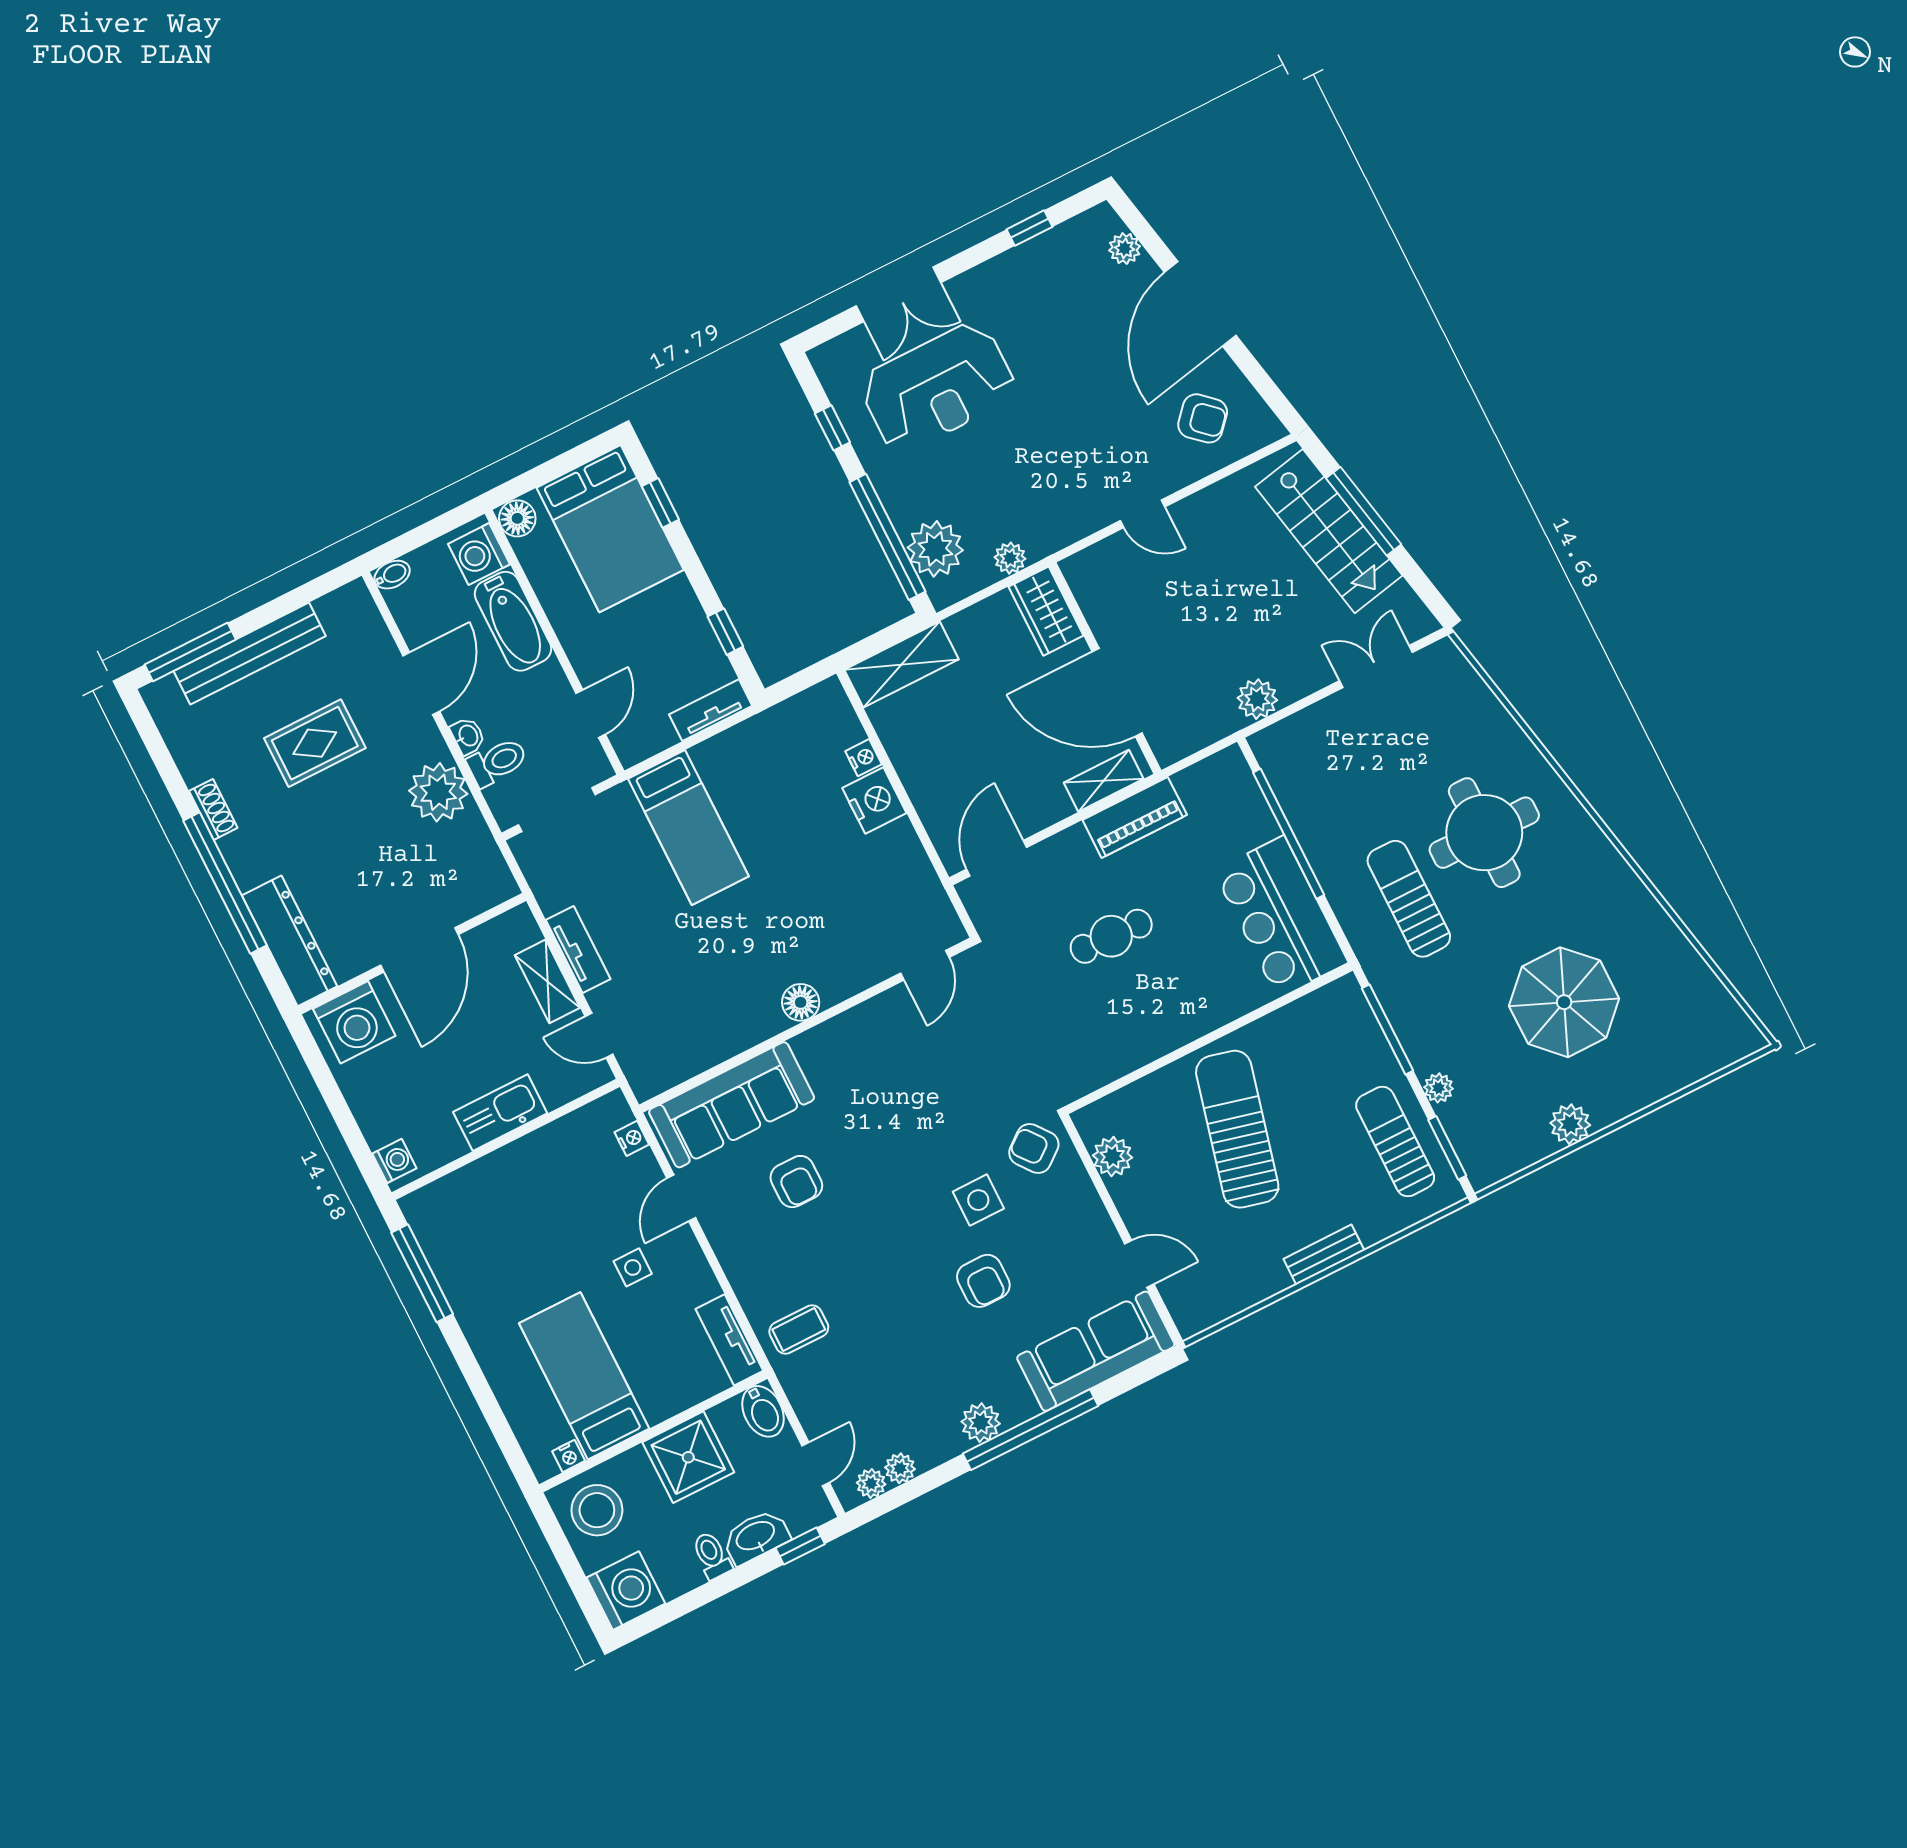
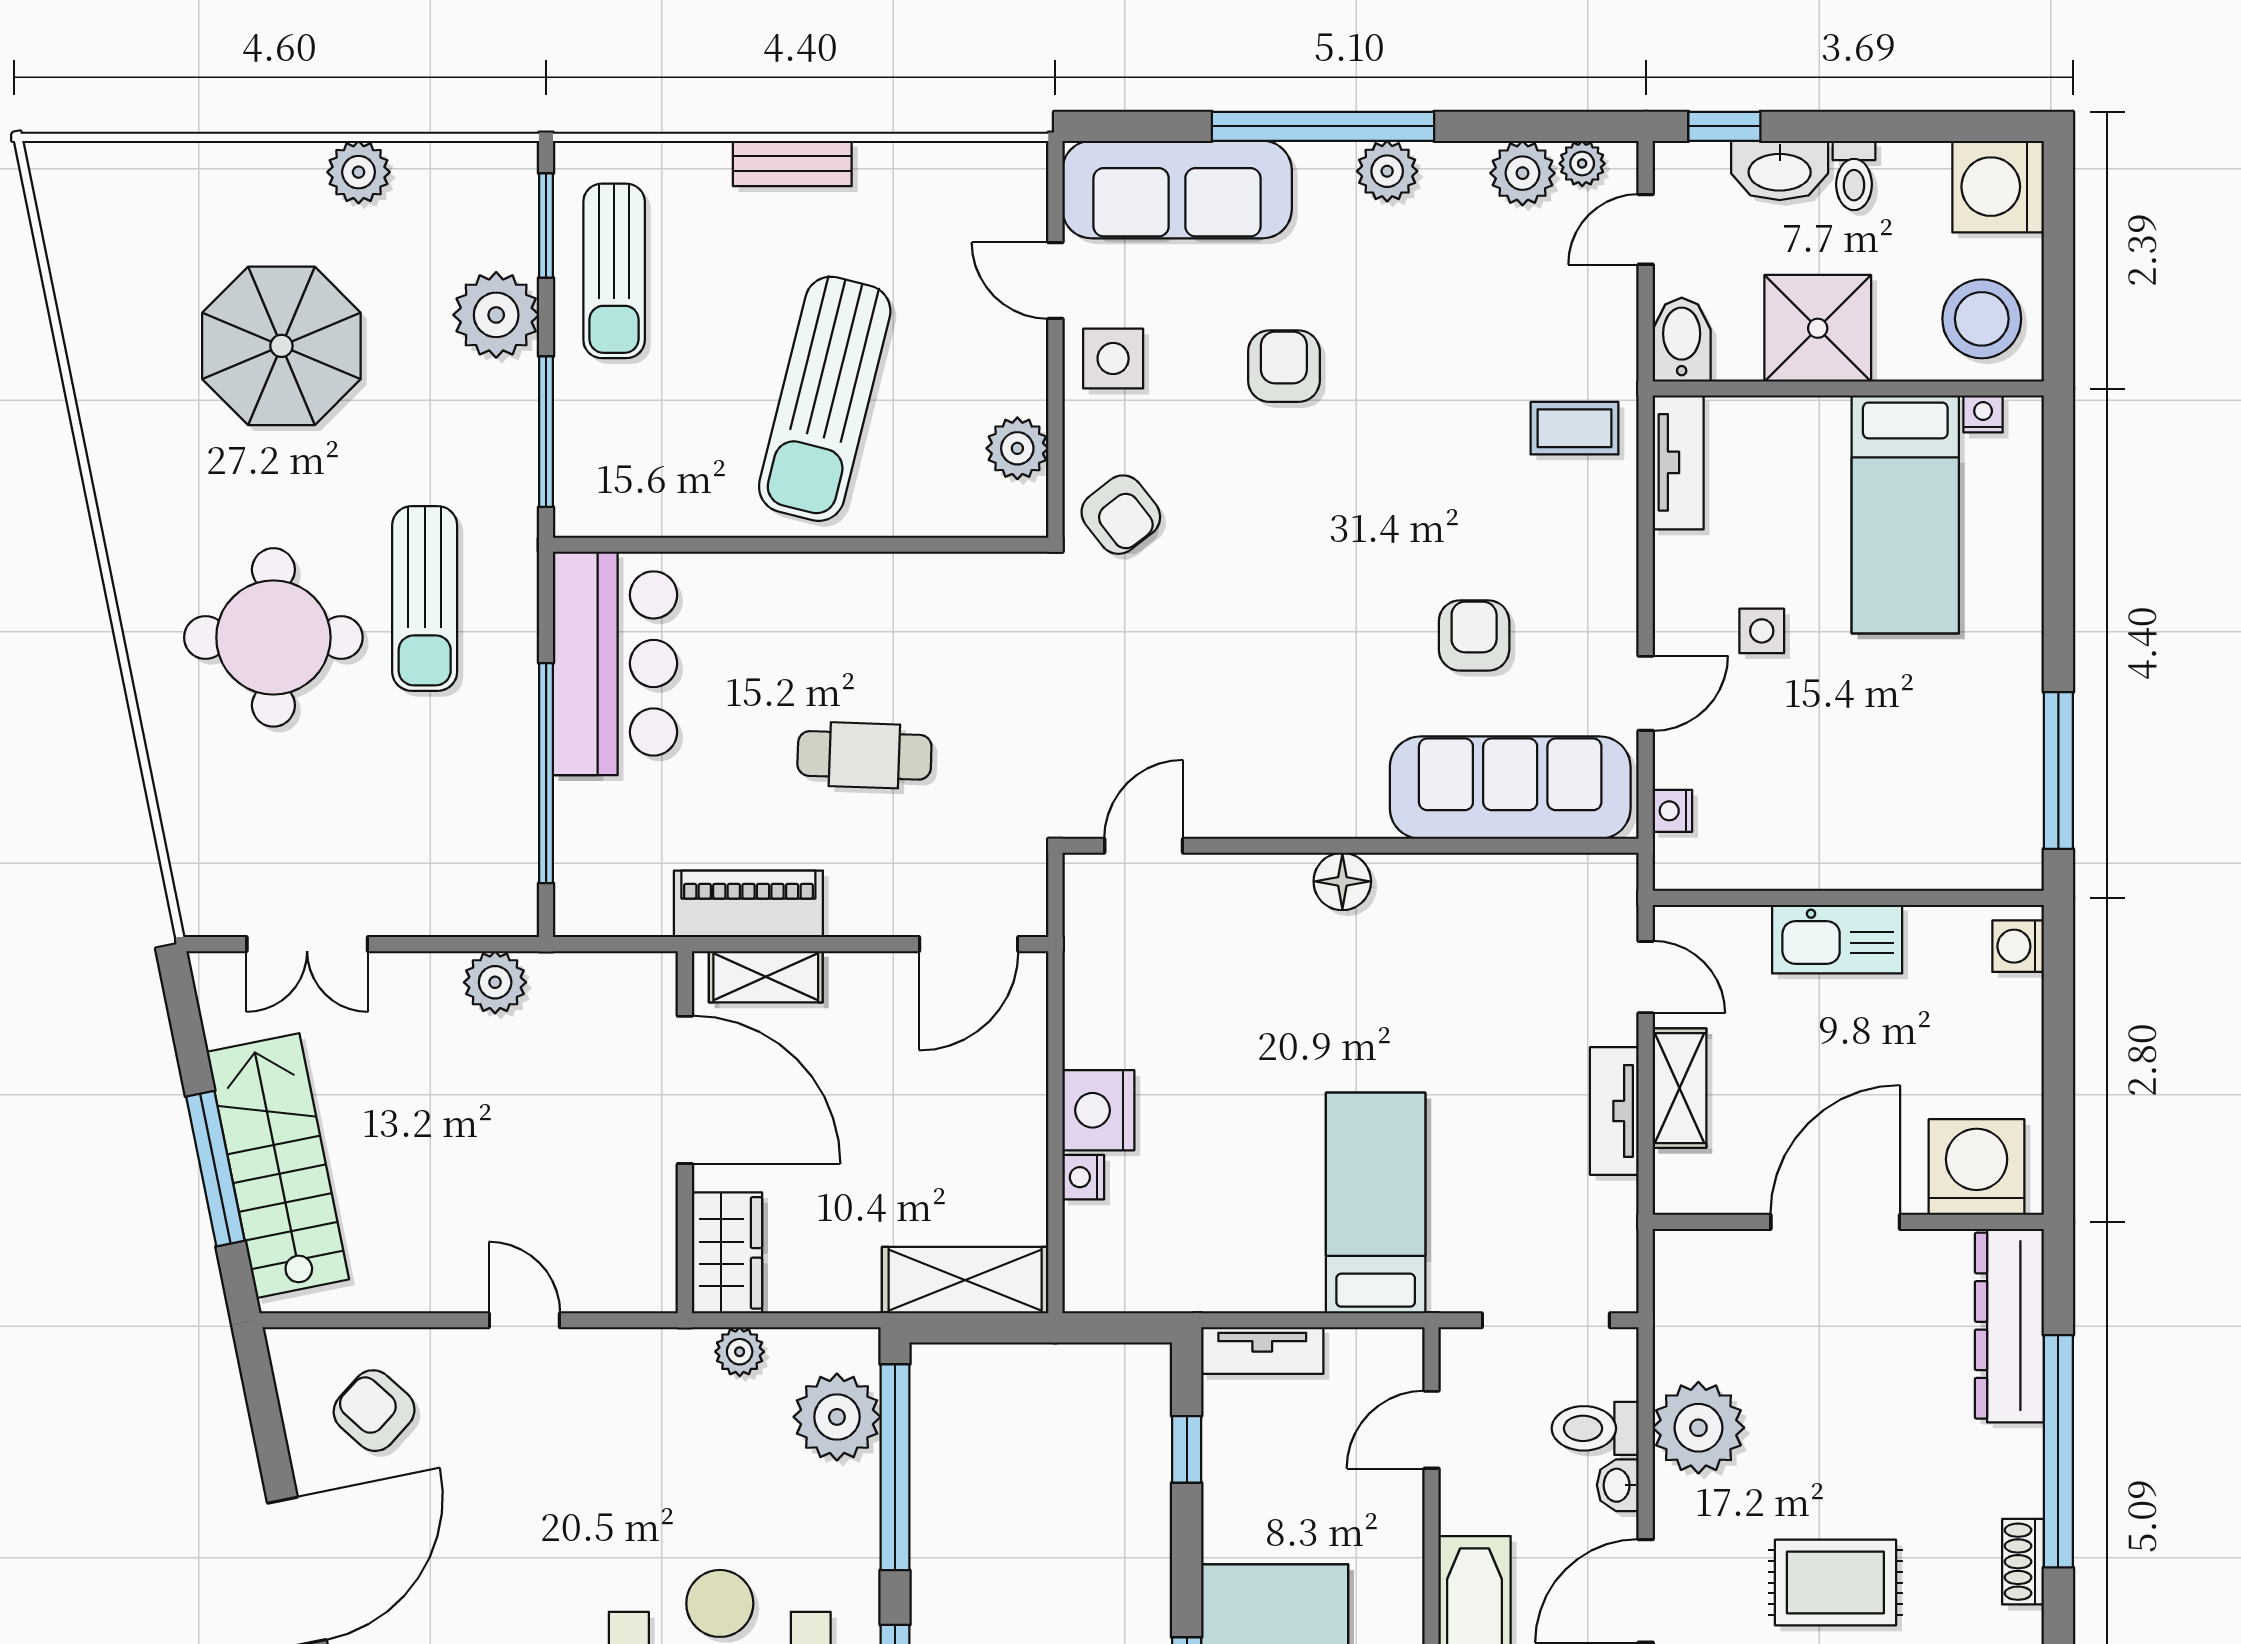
plant: (1438, 1088) -> (496, 315), width x1.88, depth x1.88
side table: (978, 1200) -> (1113, 359), moved
plant: (900, 1468) -> (1522, 173), width x1.38, depth x1.38

